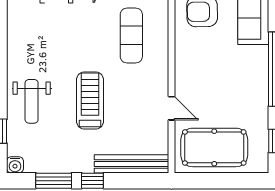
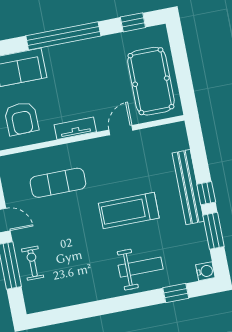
tv unit: (182, 63) -> (75, 128), added
bench: (132, 164) -> (188, 187), moved

